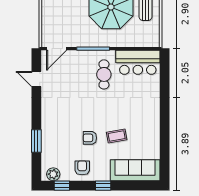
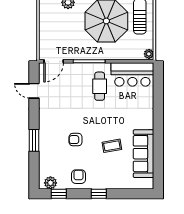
plant: (155, 41) -> (149, 54), added
armchair: (90, 138) -> (76, 140), moved
window: (36, 141) -> (34, 140), moved
sofa: (135, 170) -> (143, 154), moved, turned -90

